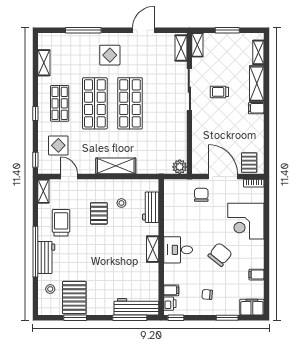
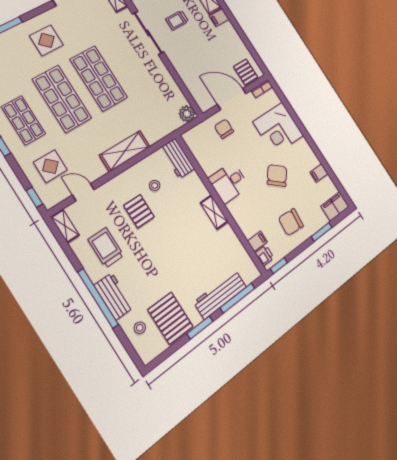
workbench: (151, 207) -> (177, 158), moved
desk: (178, 250) -> (229, 183), moved
chair: (207, 294) -> (291, 222), width x1.87, depth x1.87
workbench: (136, 307) -> (220, 295), moved
window: (75, 318) -> (200, 328), moved

